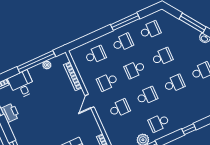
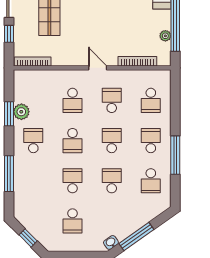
school desk: (123, 43) -> (151, 141), turned 180
school desk: (162, 57) -> (112, 181), turned 180
school desk: (174, 84) -> (73, 181), turned 180
window: (189, 129) -> (9, 174), width x2.17

